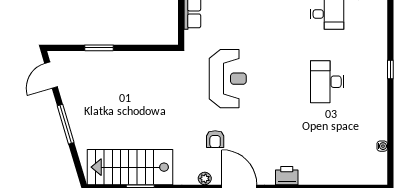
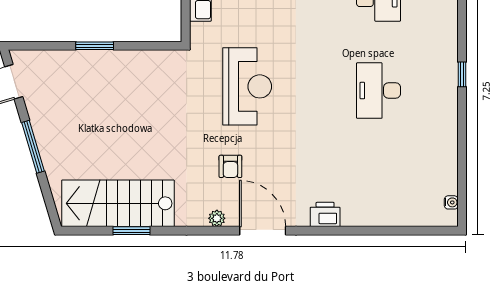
window: (99, 48) -> (95, 46), moved
water cooler: (382, 146) -> (451, 202), moved

